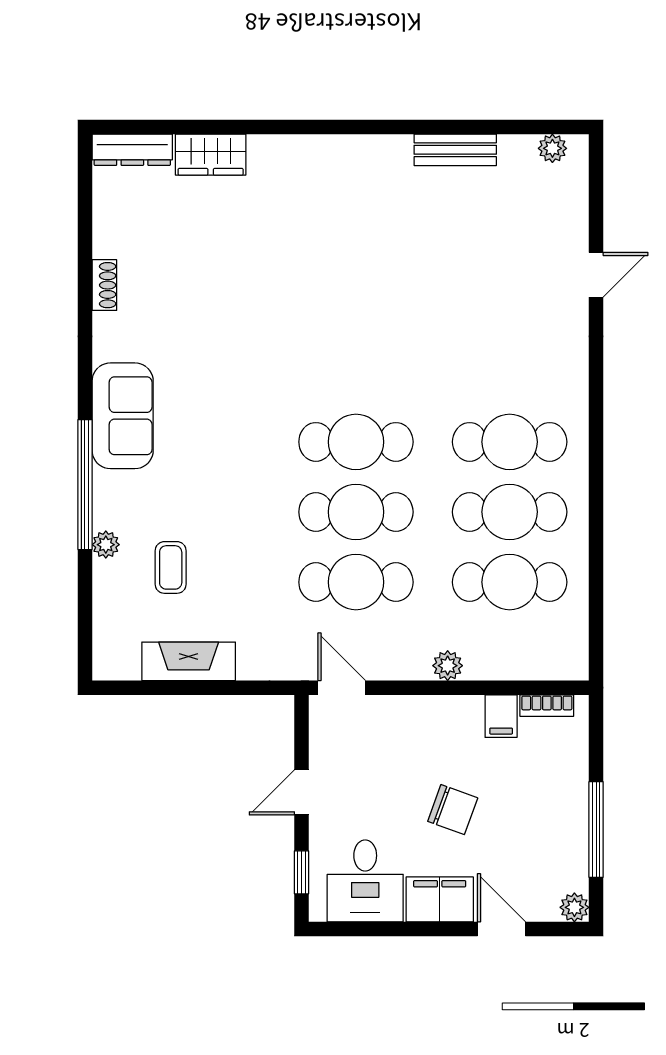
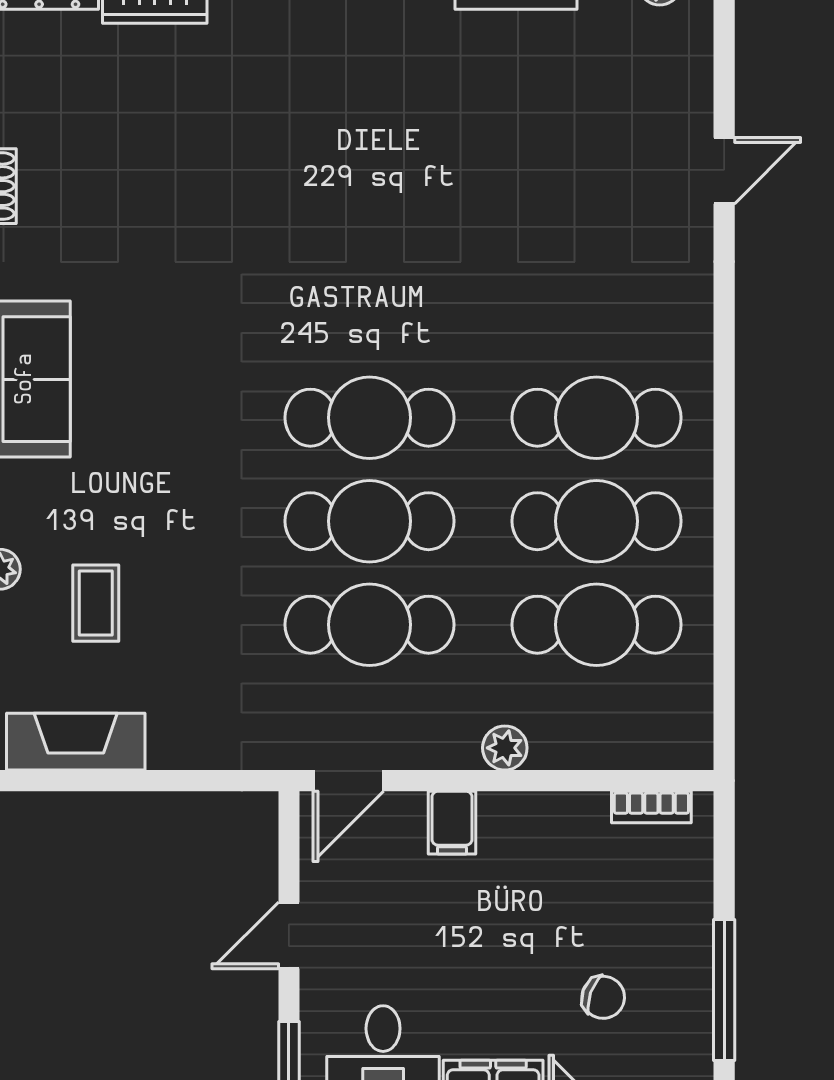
fireplace: (189, 661) -> (76, 742), moved
door: (342, 688) -> (348, 781), swing flipped
filing cabinet: (501, 716) -> (452, 823), moved
chair: (453, 810) -> (603, 997), moved, width x0.73, depth x0.73

